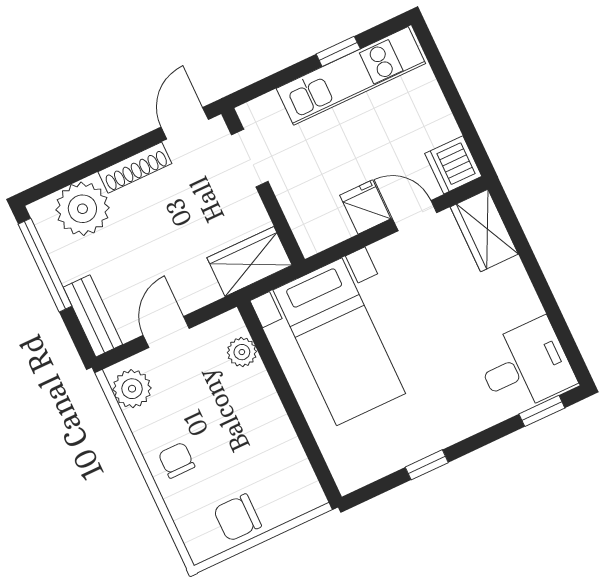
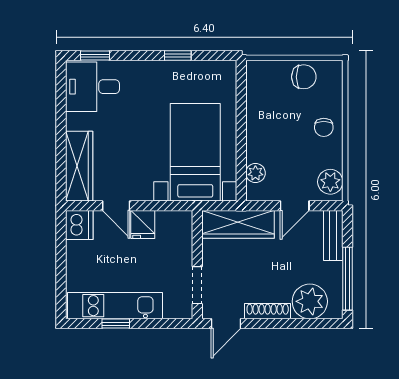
wardrobe: (484, 231) -> (79, 166), width x1.50
wardrobe: (250, 261) -> (238, 224), width x1.50

